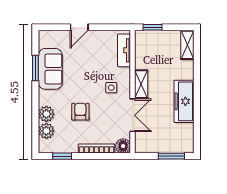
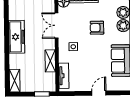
shelving: (141, 84) -> (50, 61), moved
armchair: (80, 112) -> (97, 28), turned 90

